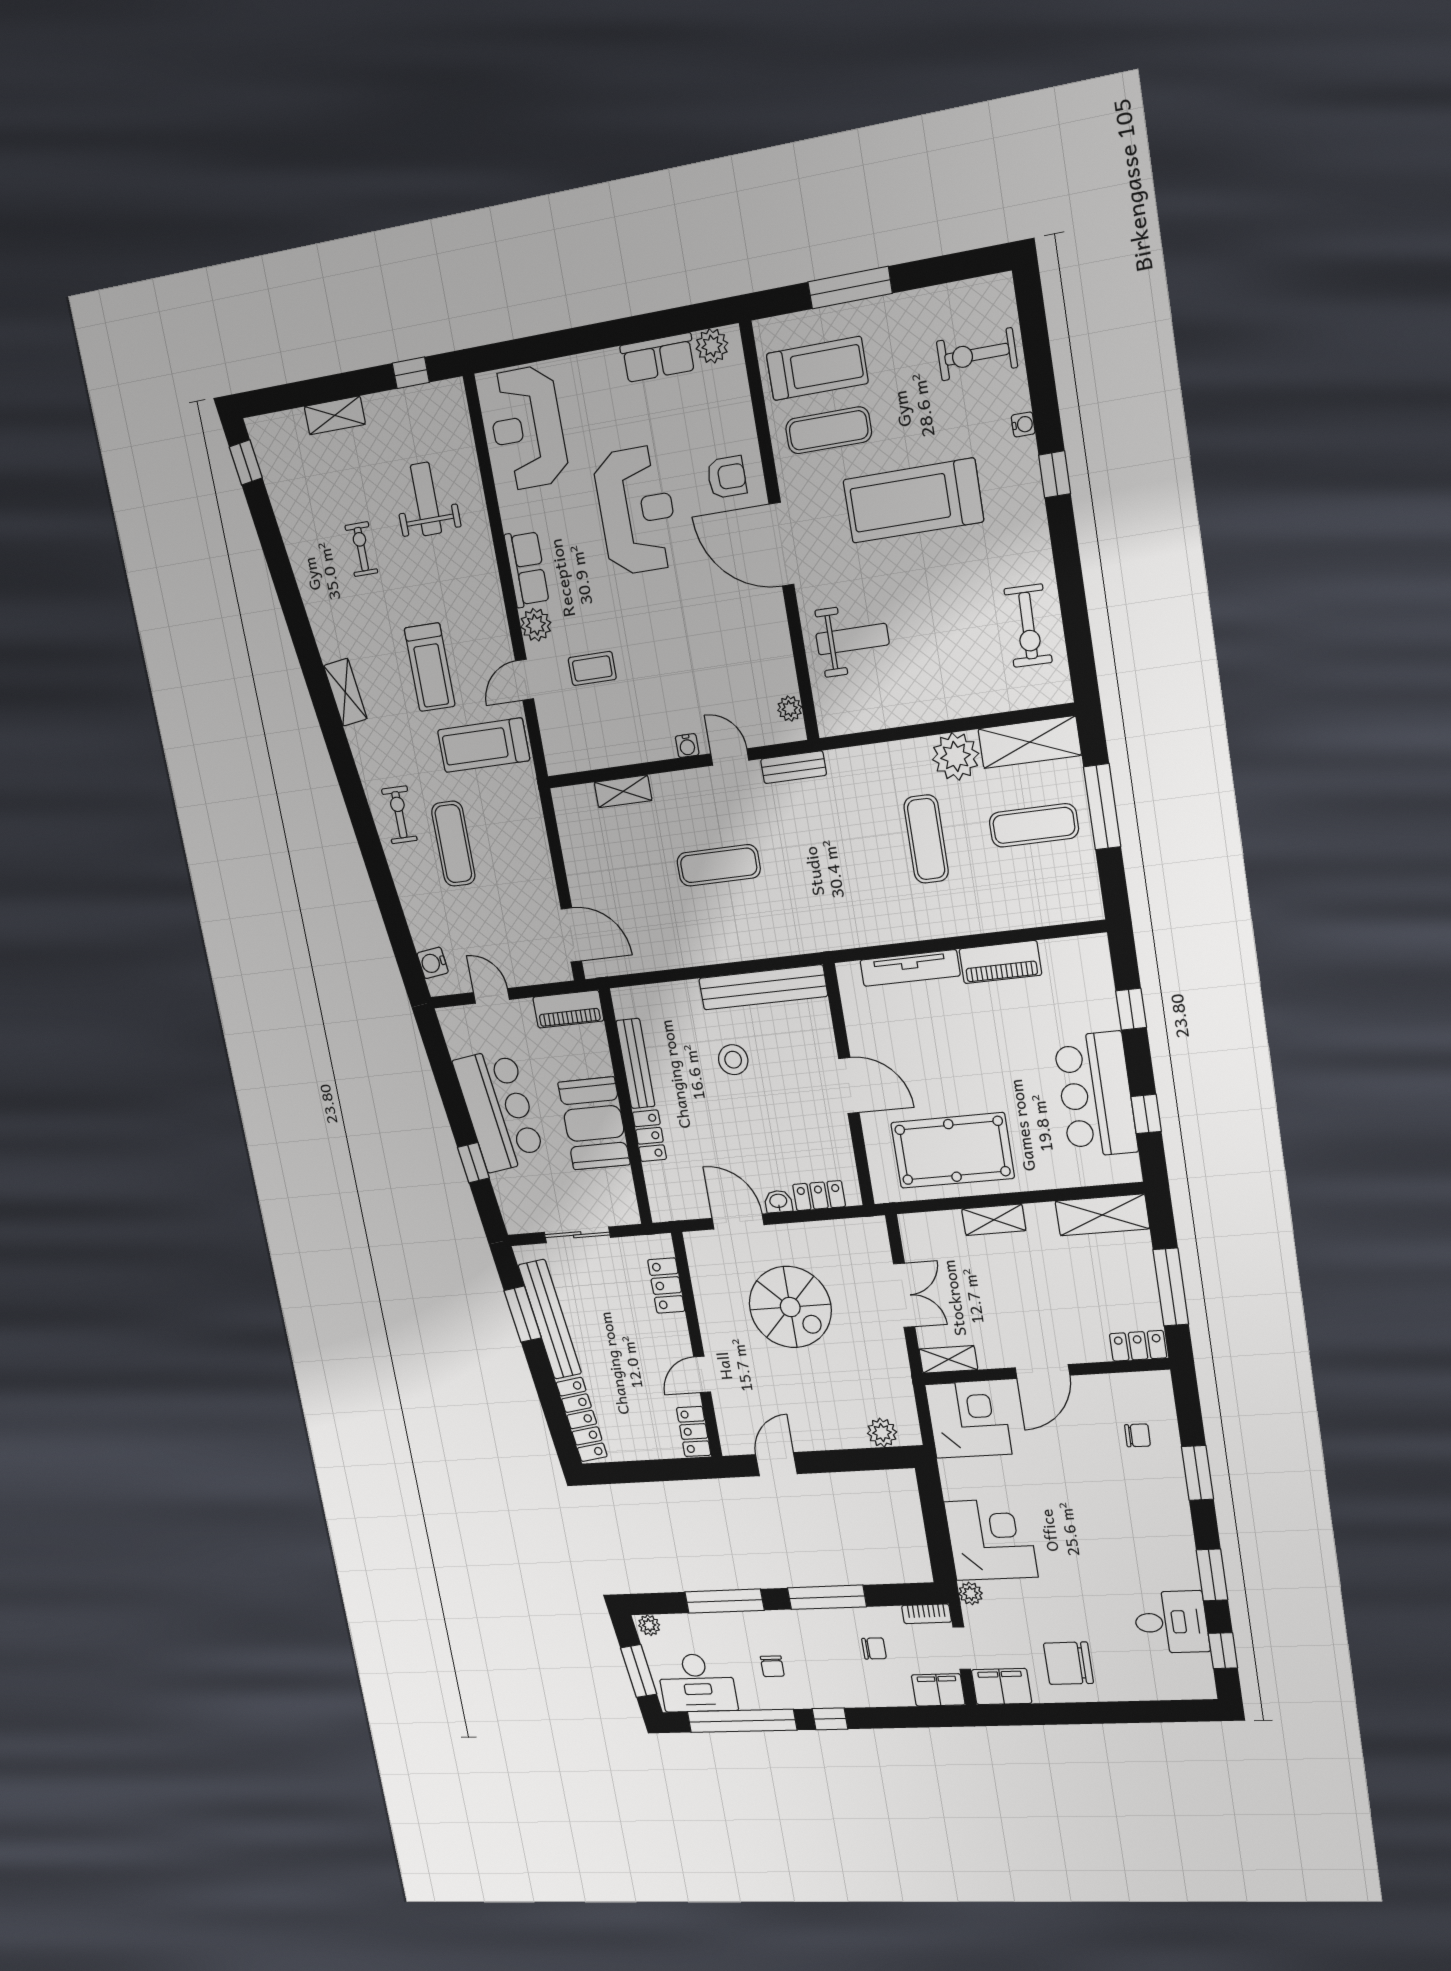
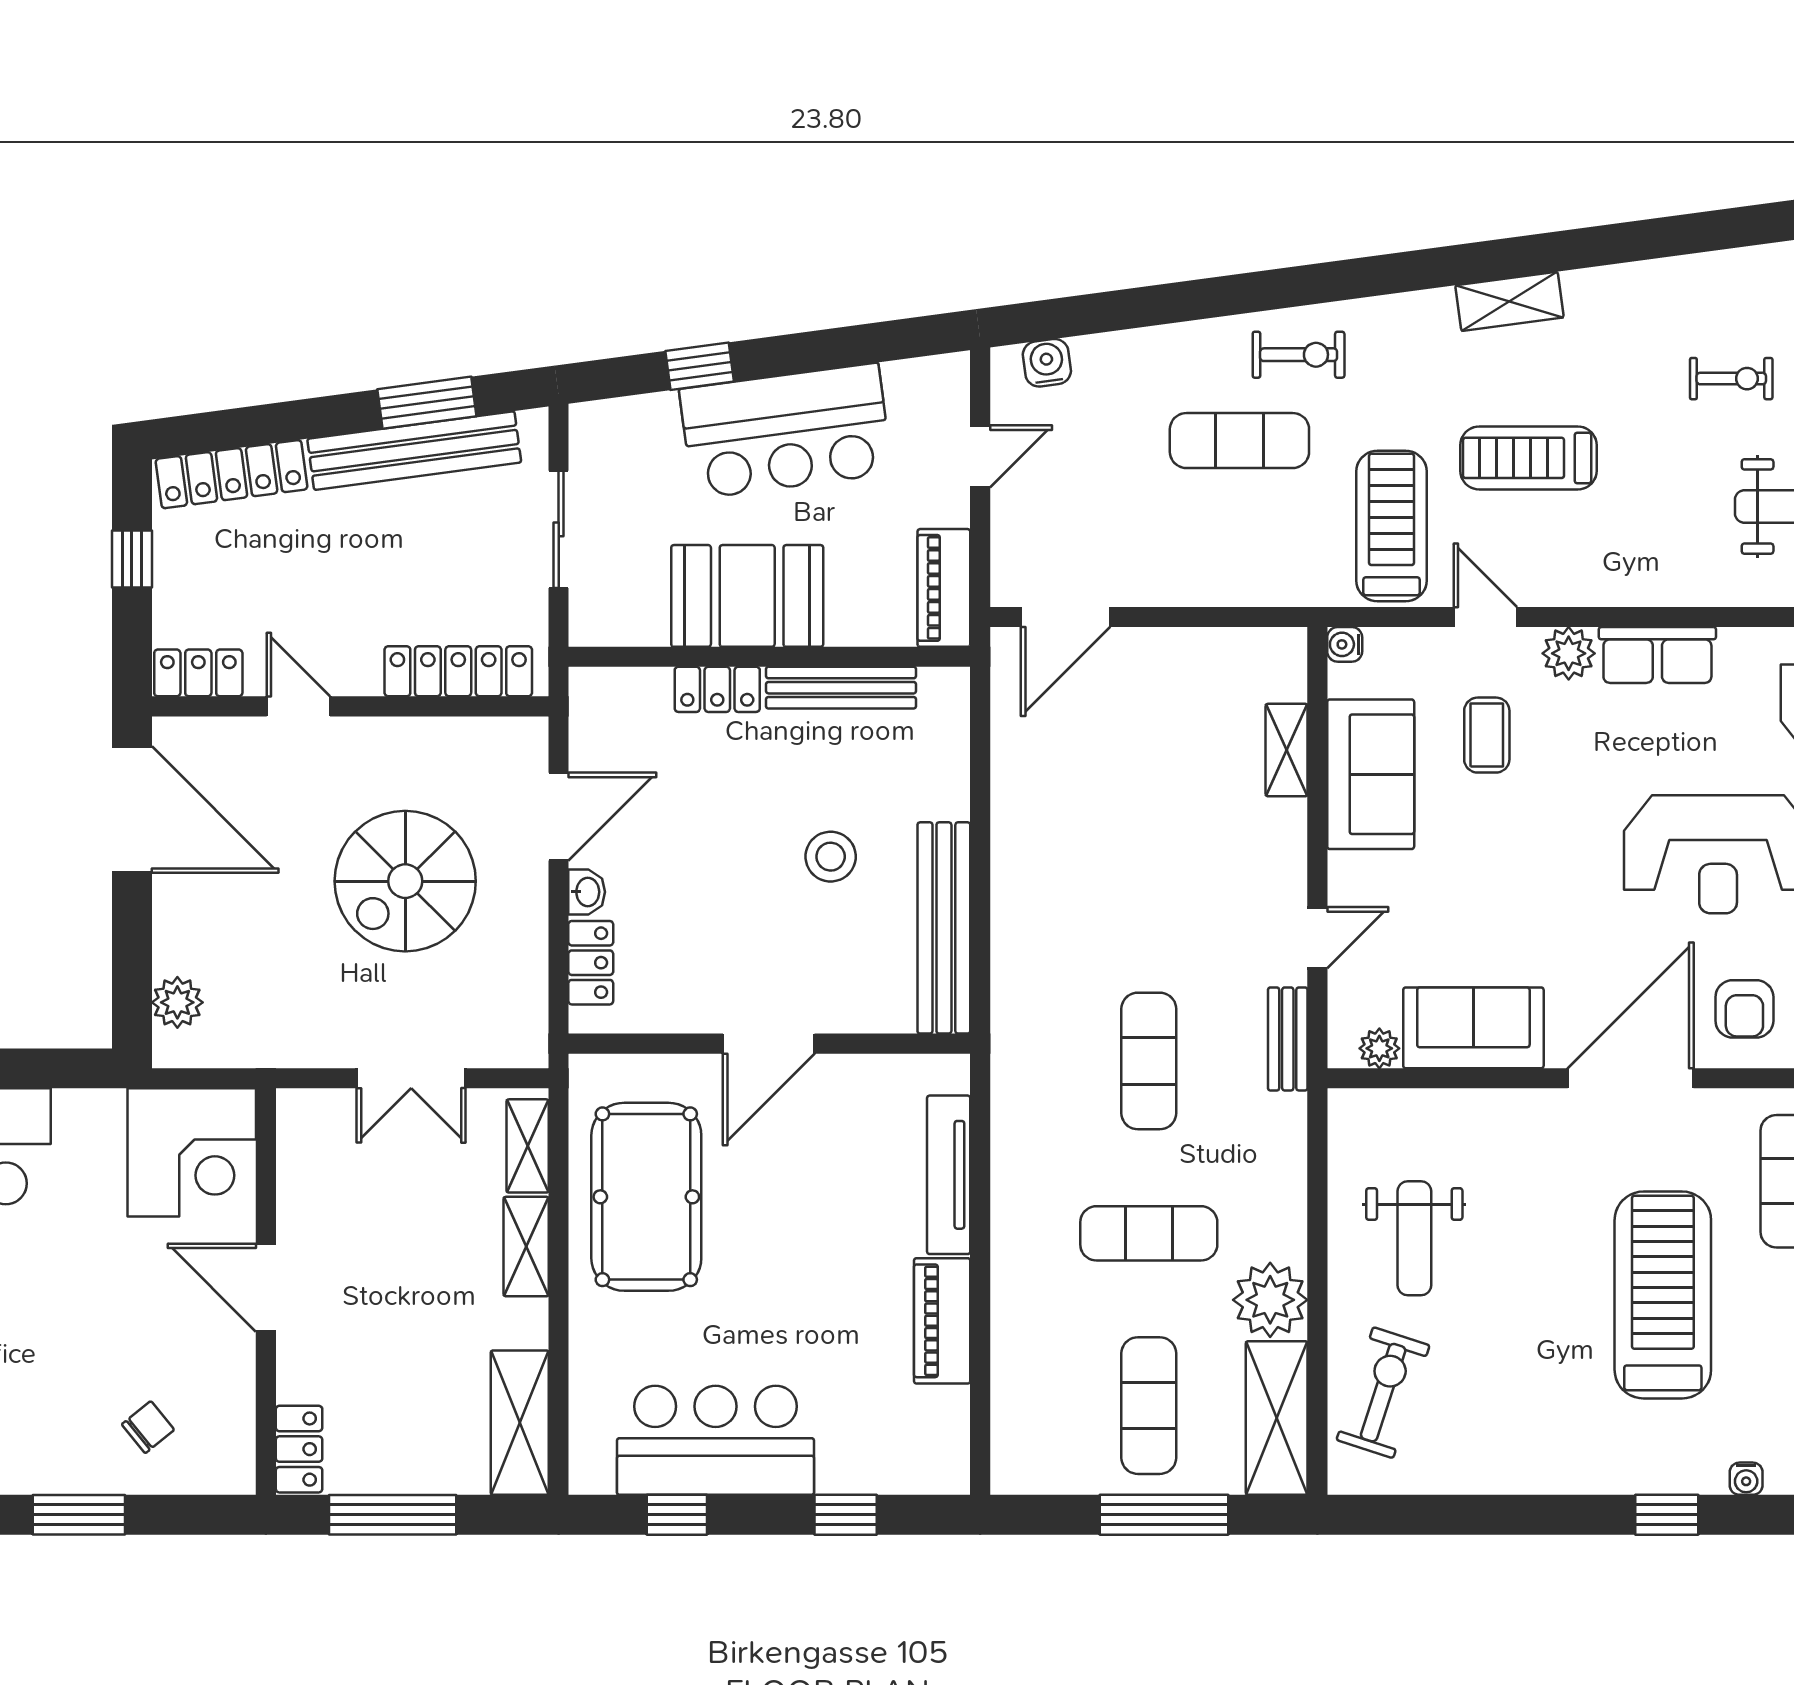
exercise bike: (1028, 626) -> (1383, 1393), moved, turned 107
weight bench: (852, 639) -> (1414, 1238), moved
sofa: (767, 651) -> (1473, 1028), added
sofa: (628, 737) -> (1371, 774), added
water cooler: (687, 746) -> (1345, 644), moved
exercise mat: (719, 865) -> (1149, 1061), moved
locker: (666, 1286) -> (458, 671), width x1.53
shelving: (948, 1359) -> (528, 1146), moved
chair: (1138, 1435) -> (148, 1427), turned -130
door: (776, 1464) -> (132, 809), width x1.88
window: (638, 1472) -> (132, 559), added

